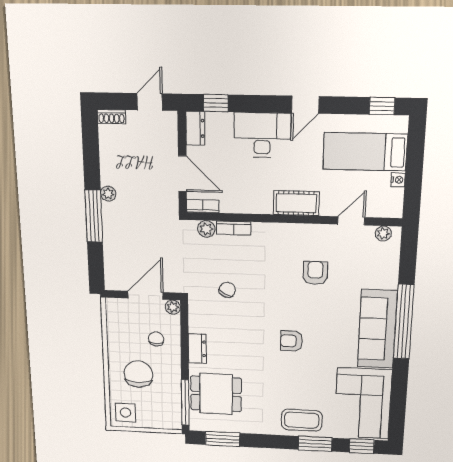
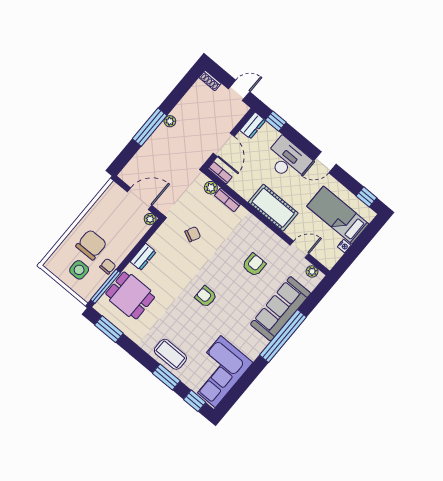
cot: (296, 203) -> (273, 208), width x1.37, depth x1.34
sofa: (377, 329) -> (281, 309), moved
chair: (156, 339) -> (108, 266), moved
side table: (126, 413) -> (79, 270), moved

